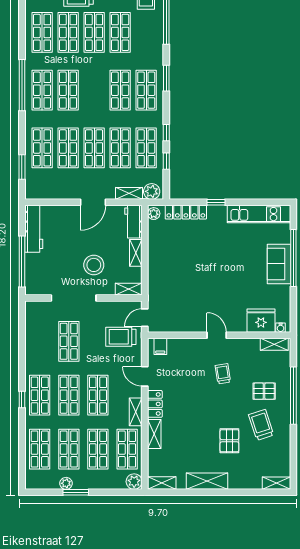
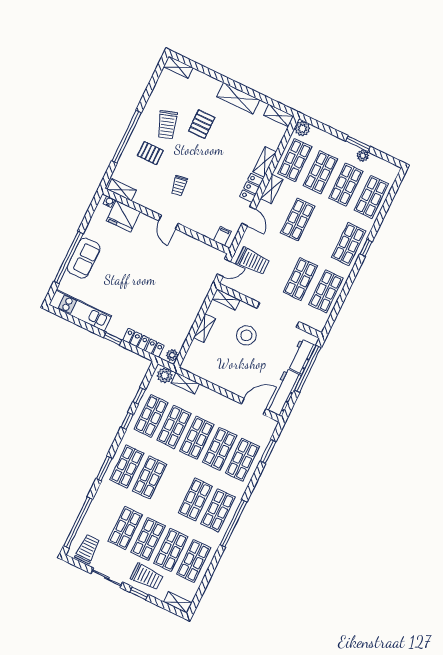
door: (93, 202) -> (254, 406), moved
workbench: (133, 222) -> (301, 356), moved, turned 180
shop shelf: (69, 395) -> (326, 291), moved

